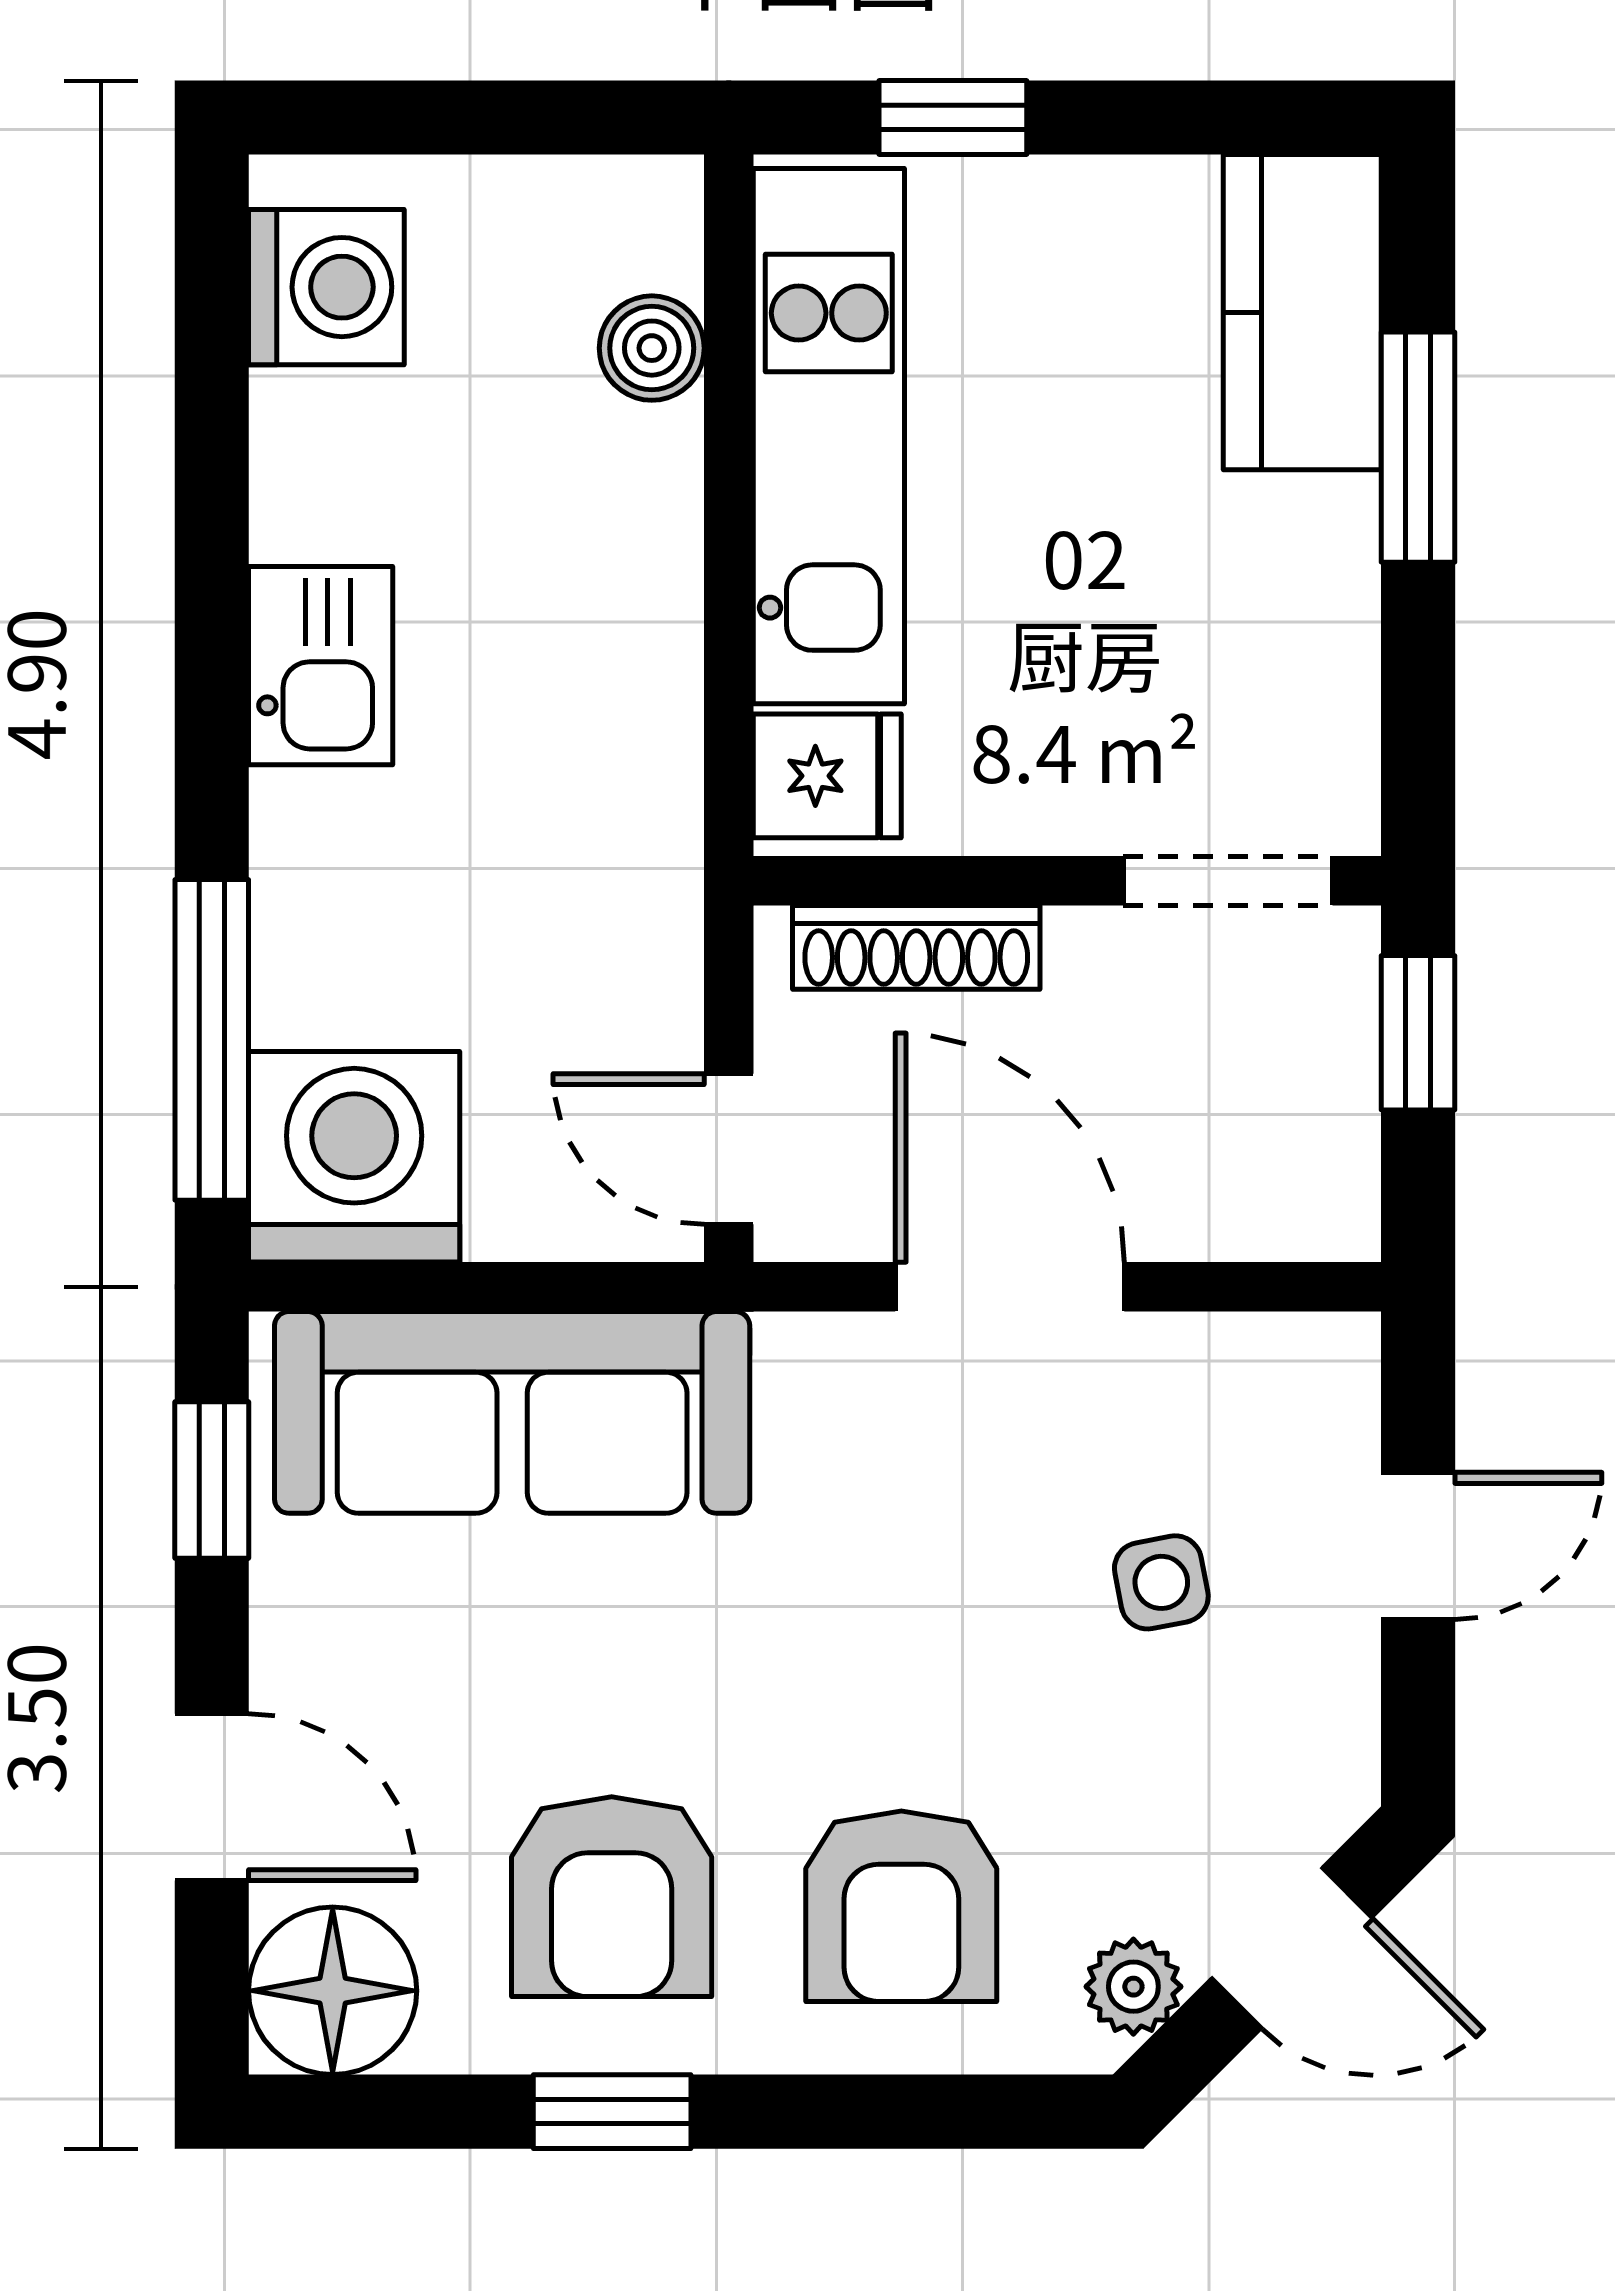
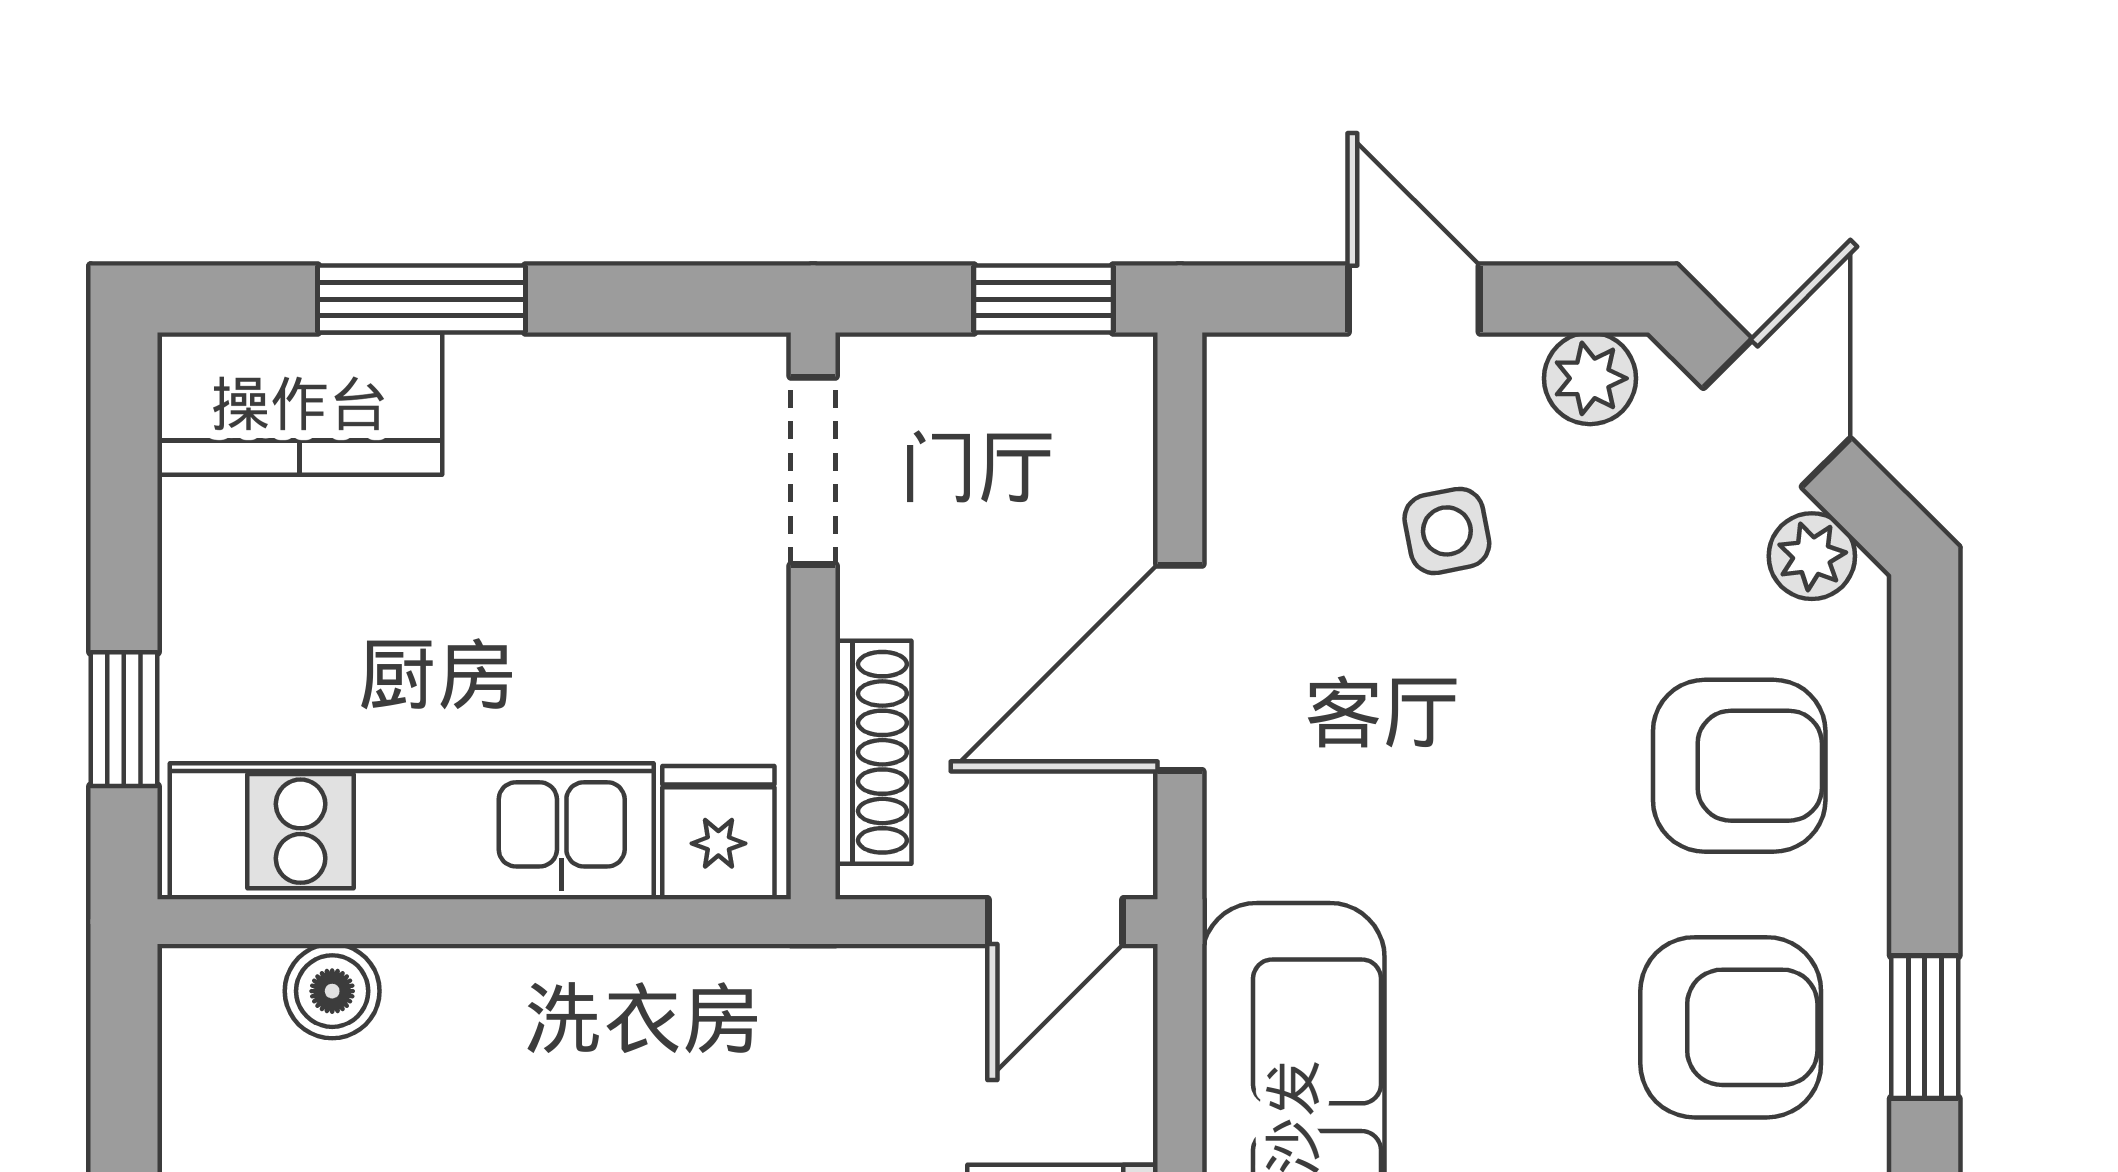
window: (1418, 1033) -> (1043, 299), moved
plant: (1330, 1741) -> (1590, 378), added

